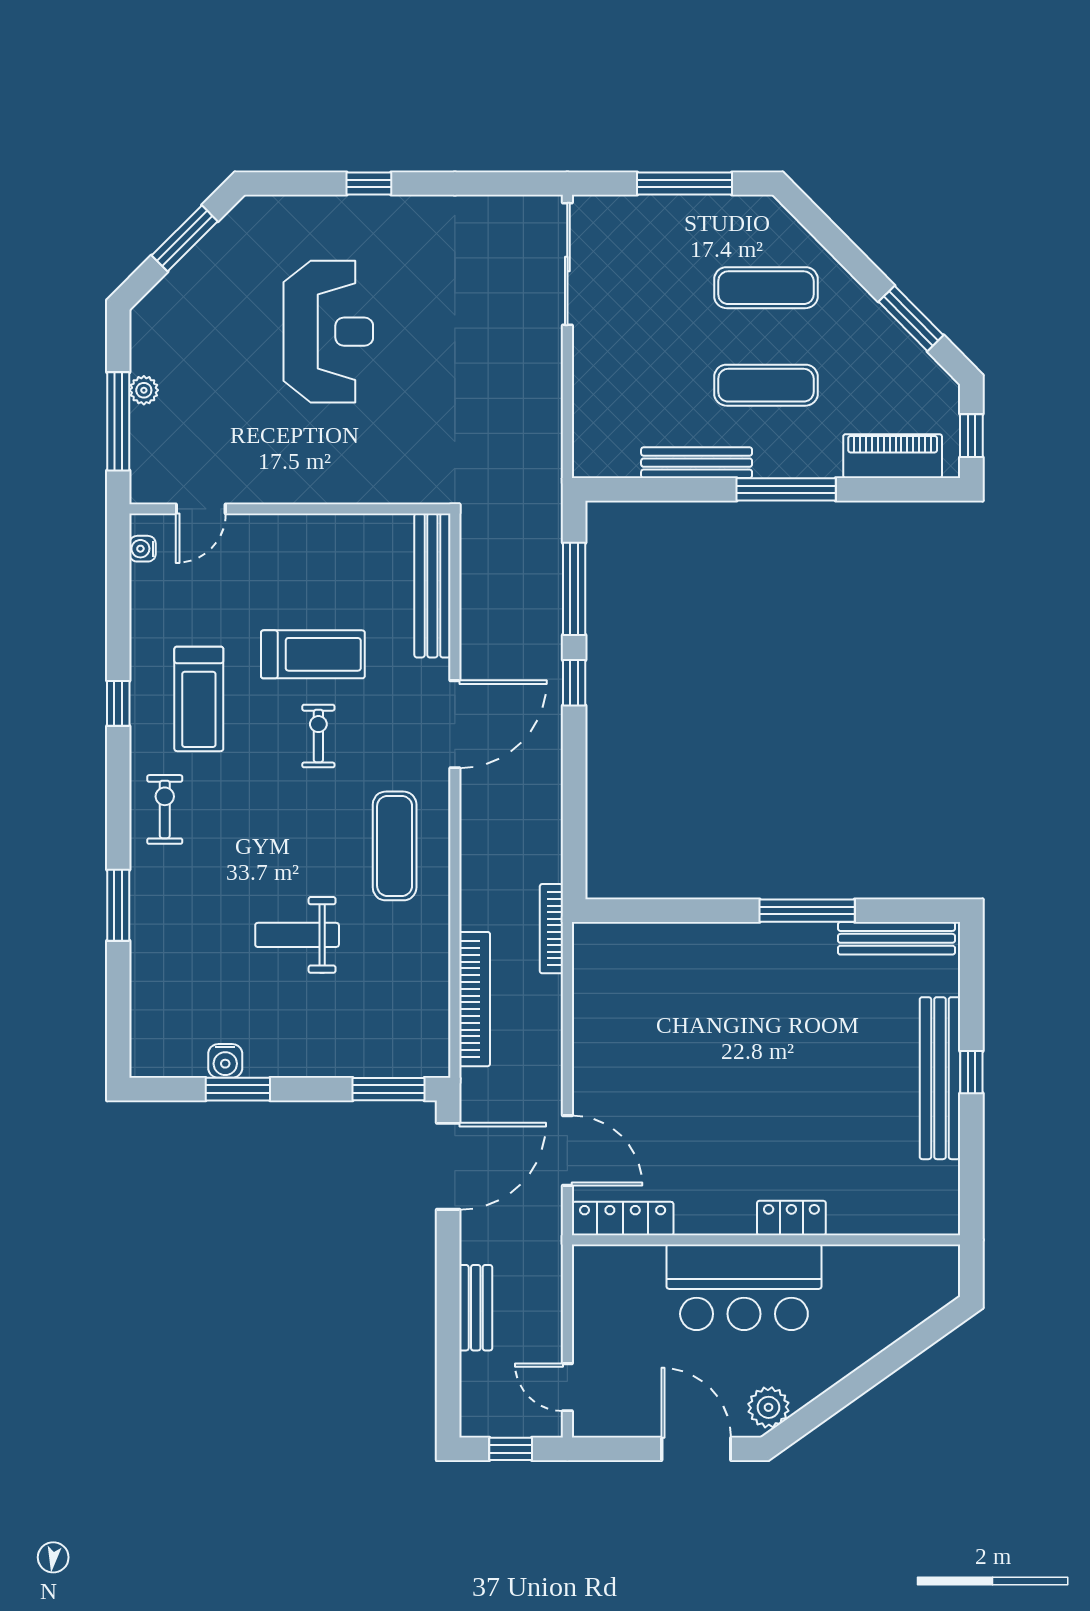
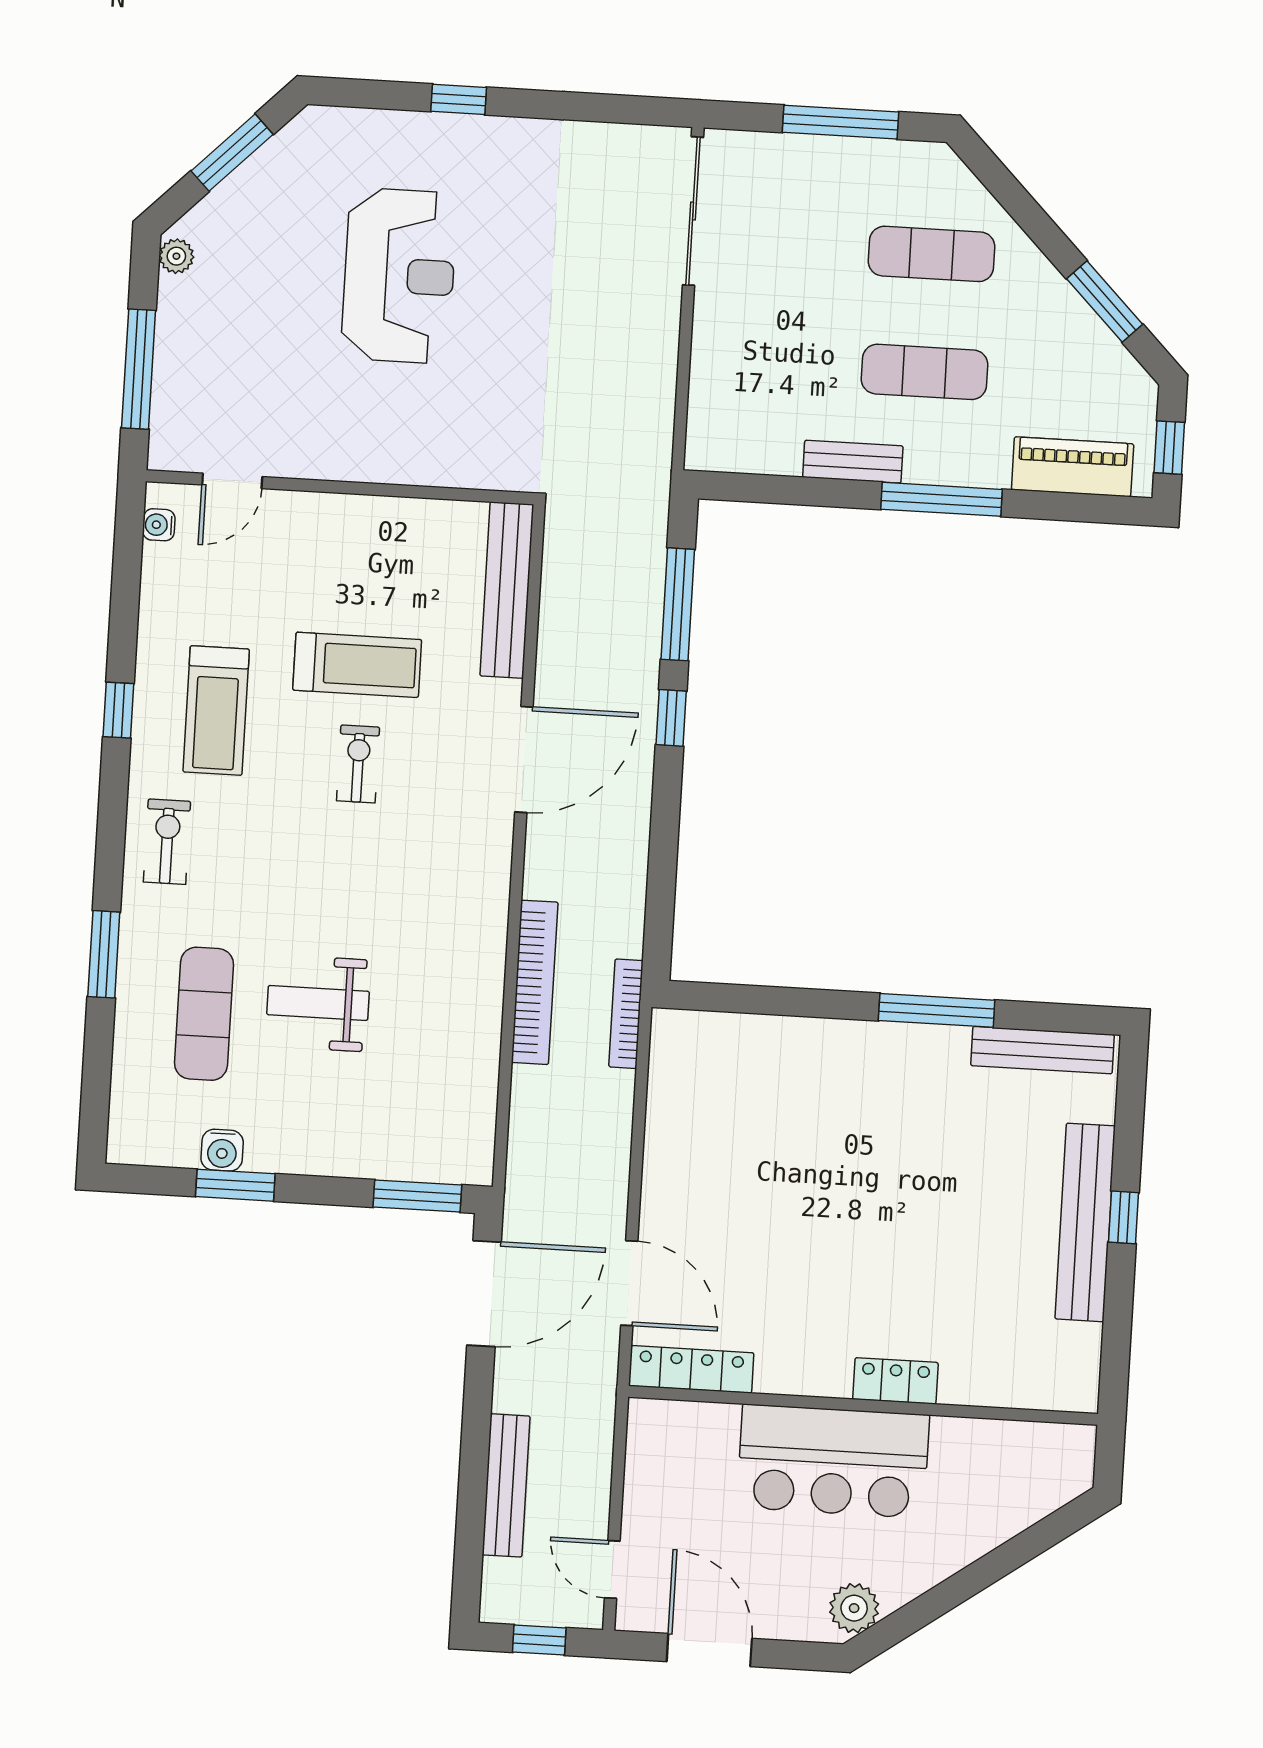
plant: (144, 390) -> (176, 256), moved
bench: (697, 463) -> (853, 462), width x0.73
exercise mat: (395, 846) -> (204, 1014), moved
bookcase: (475, 999) -> (535, 982), moved
bench: (476, 1308) -> (506, 1485), width x1.36
door: (696, 1449) -> (709, 1650), moved

